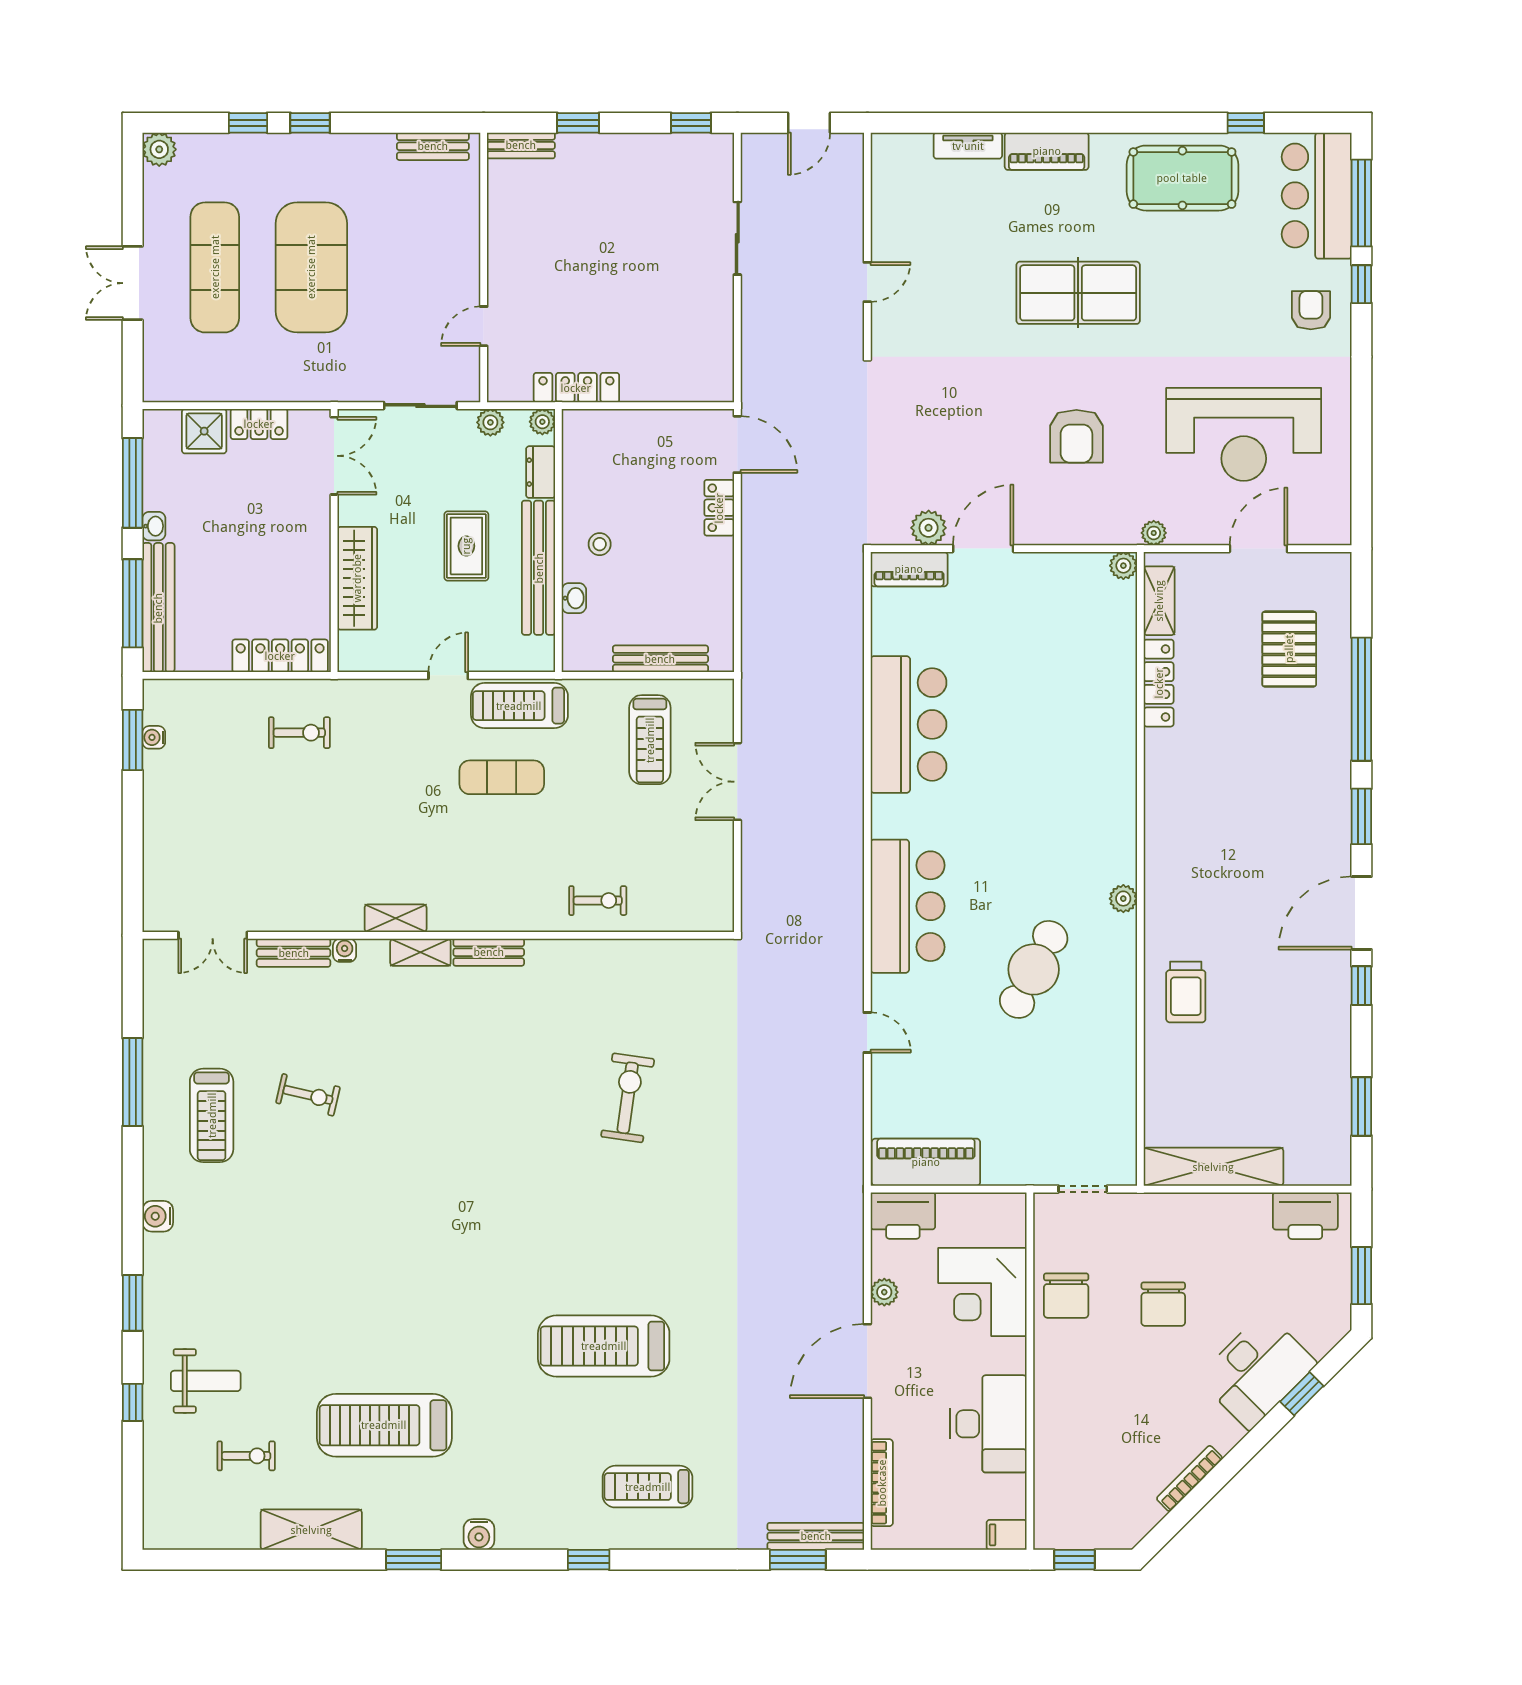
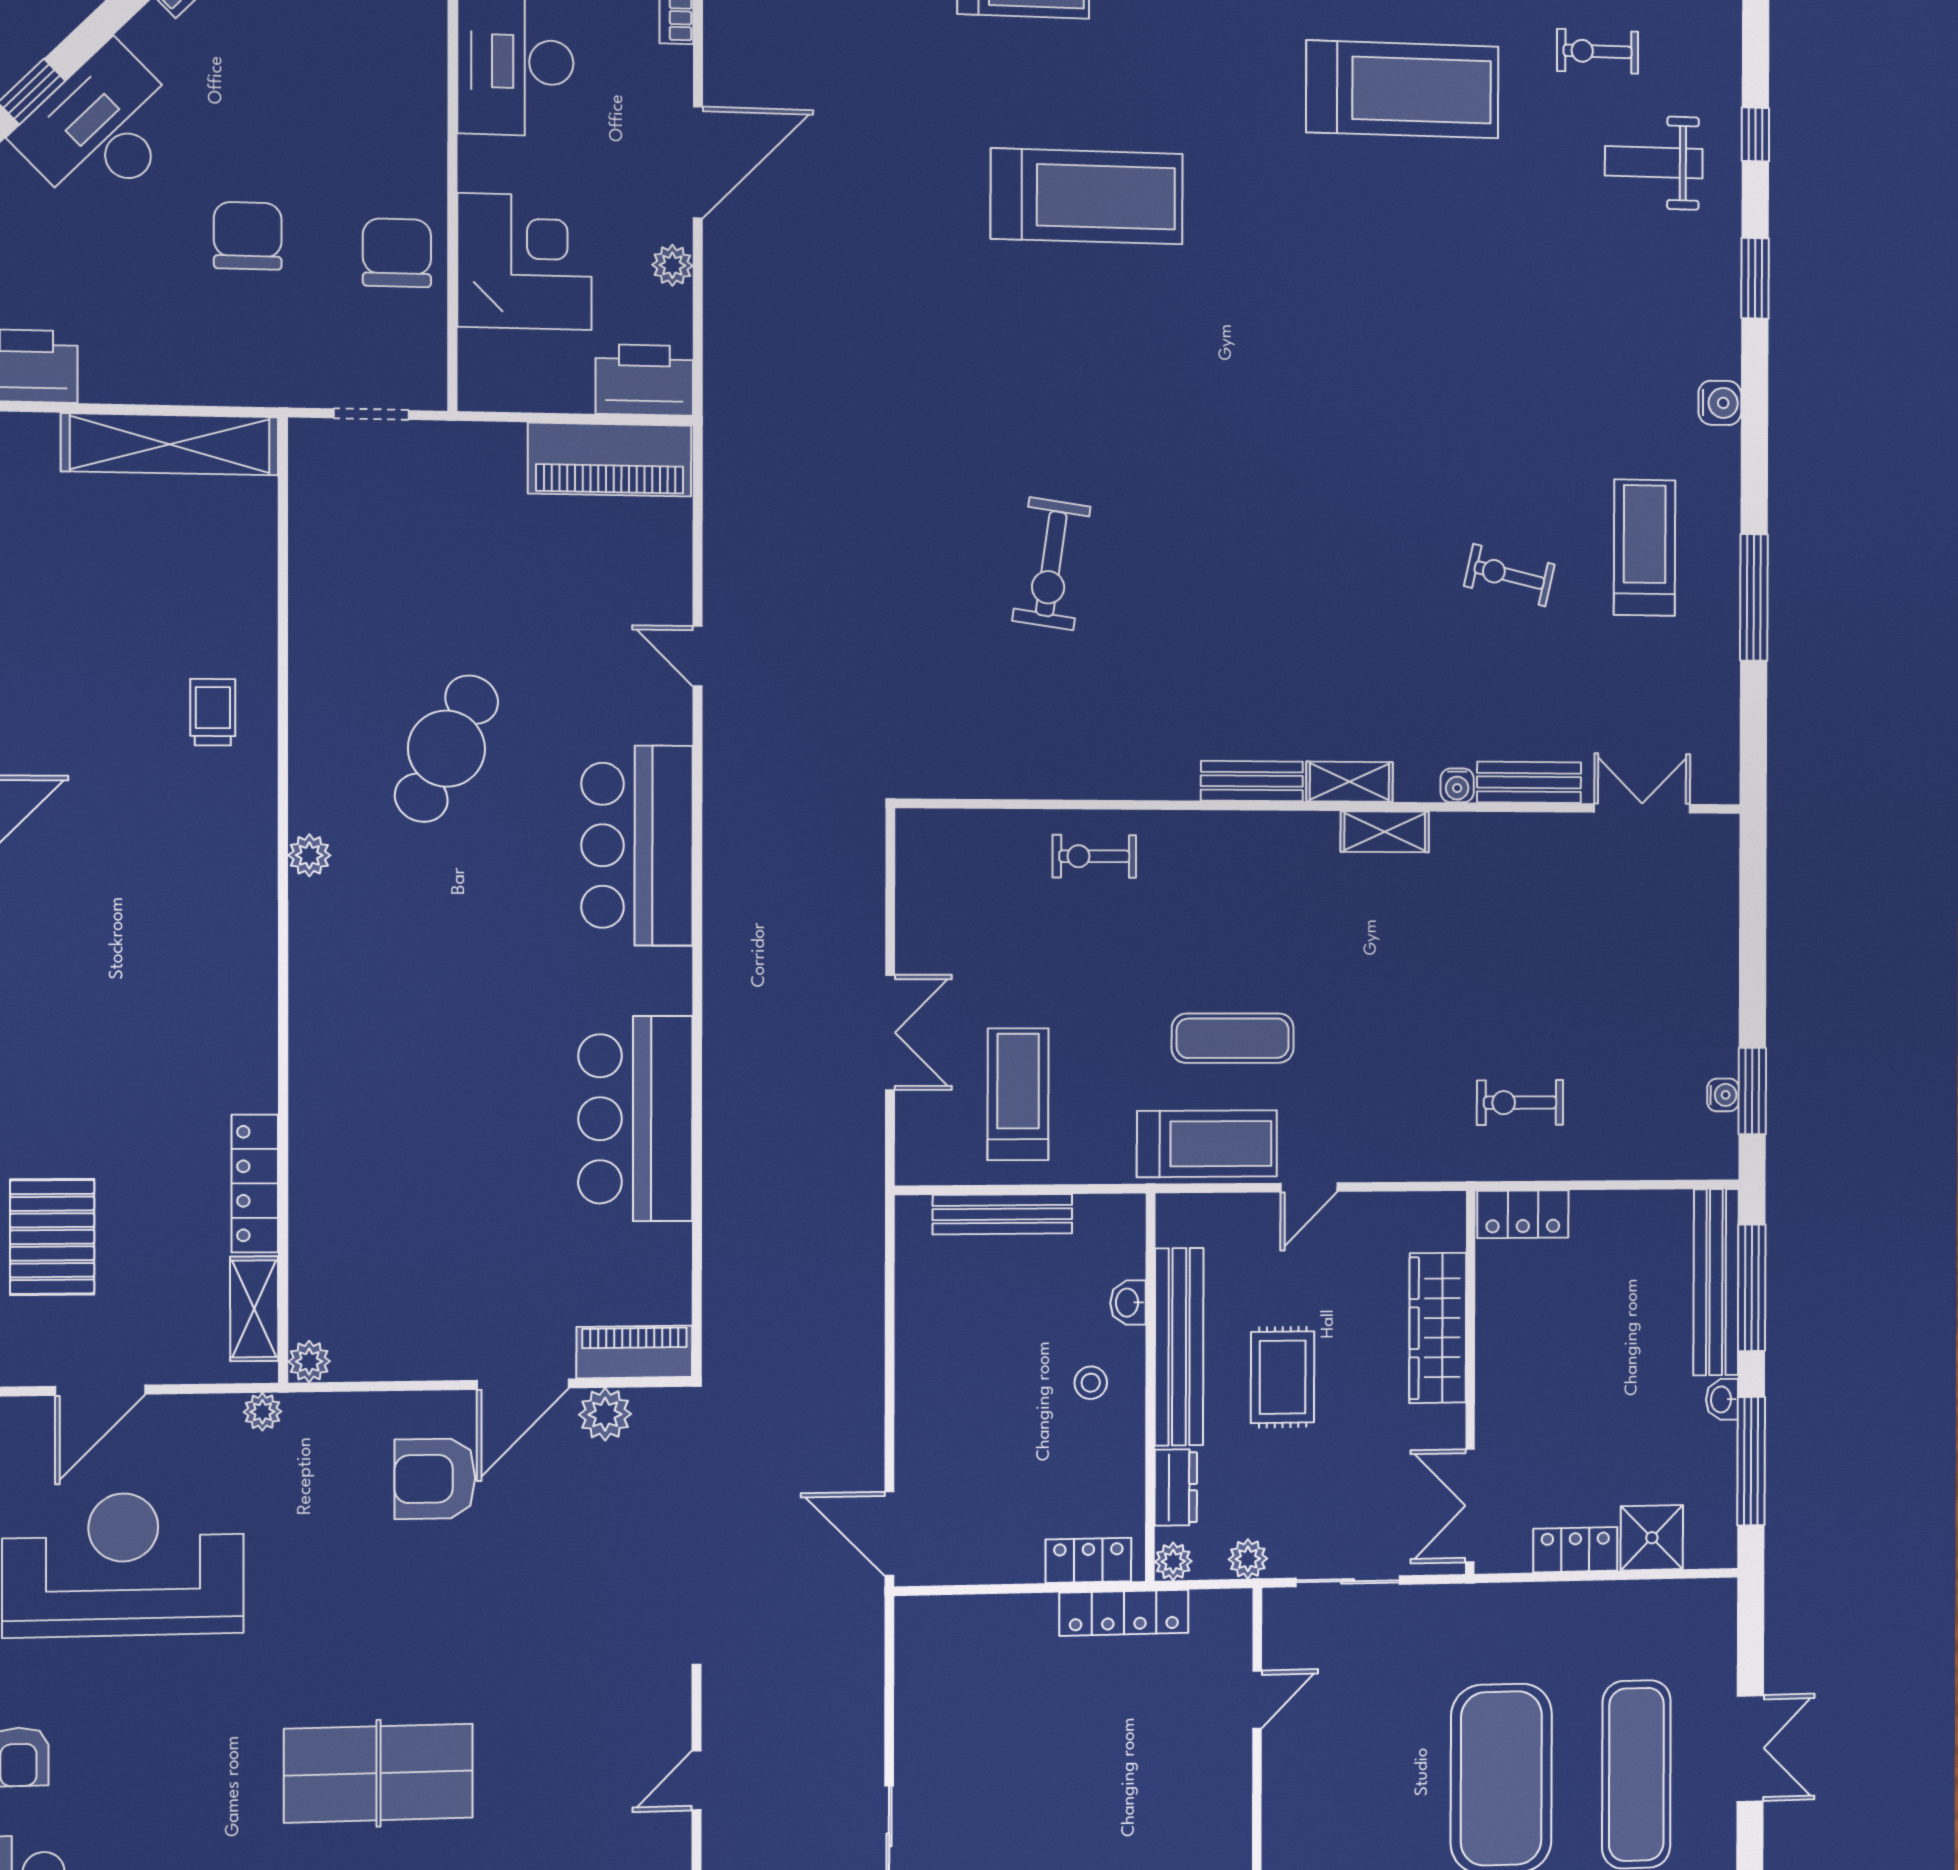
armchair: (1076, 436) -> (435, 1479), moved, turned -90
locker: (719, 508) -> (1088, 1560), moved, turned -90
locker: (280, 656) -> (1523, 1214), width x0.66
trolley: (1186, 992) -> (213, 712), width x0.73, depth x0.72

